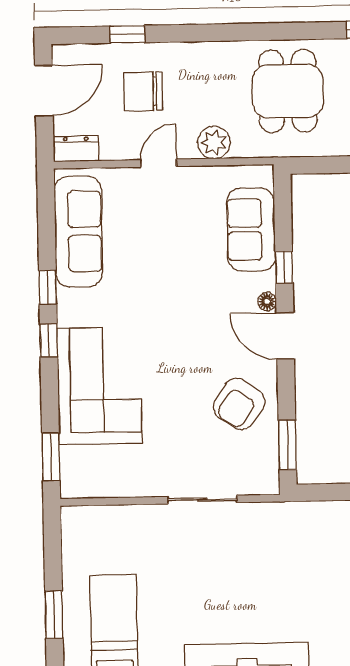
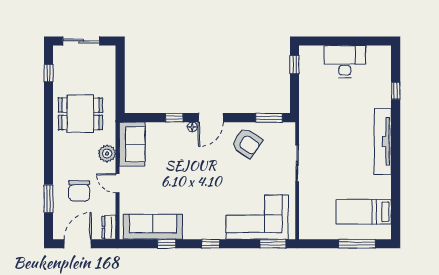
window: (127, 34) -> (49, 199), width x1.50
door: (44, 91) -> (78, 244), hinge flipped
sofa: (251, 230) -> (132, 144), moved, turned -90
window: (48, 287) -> (167, 244), moved
corner sofa: (99, 386) -> (257, 217), moved
window: (54, 615) -> (357, 244), width x1.44

